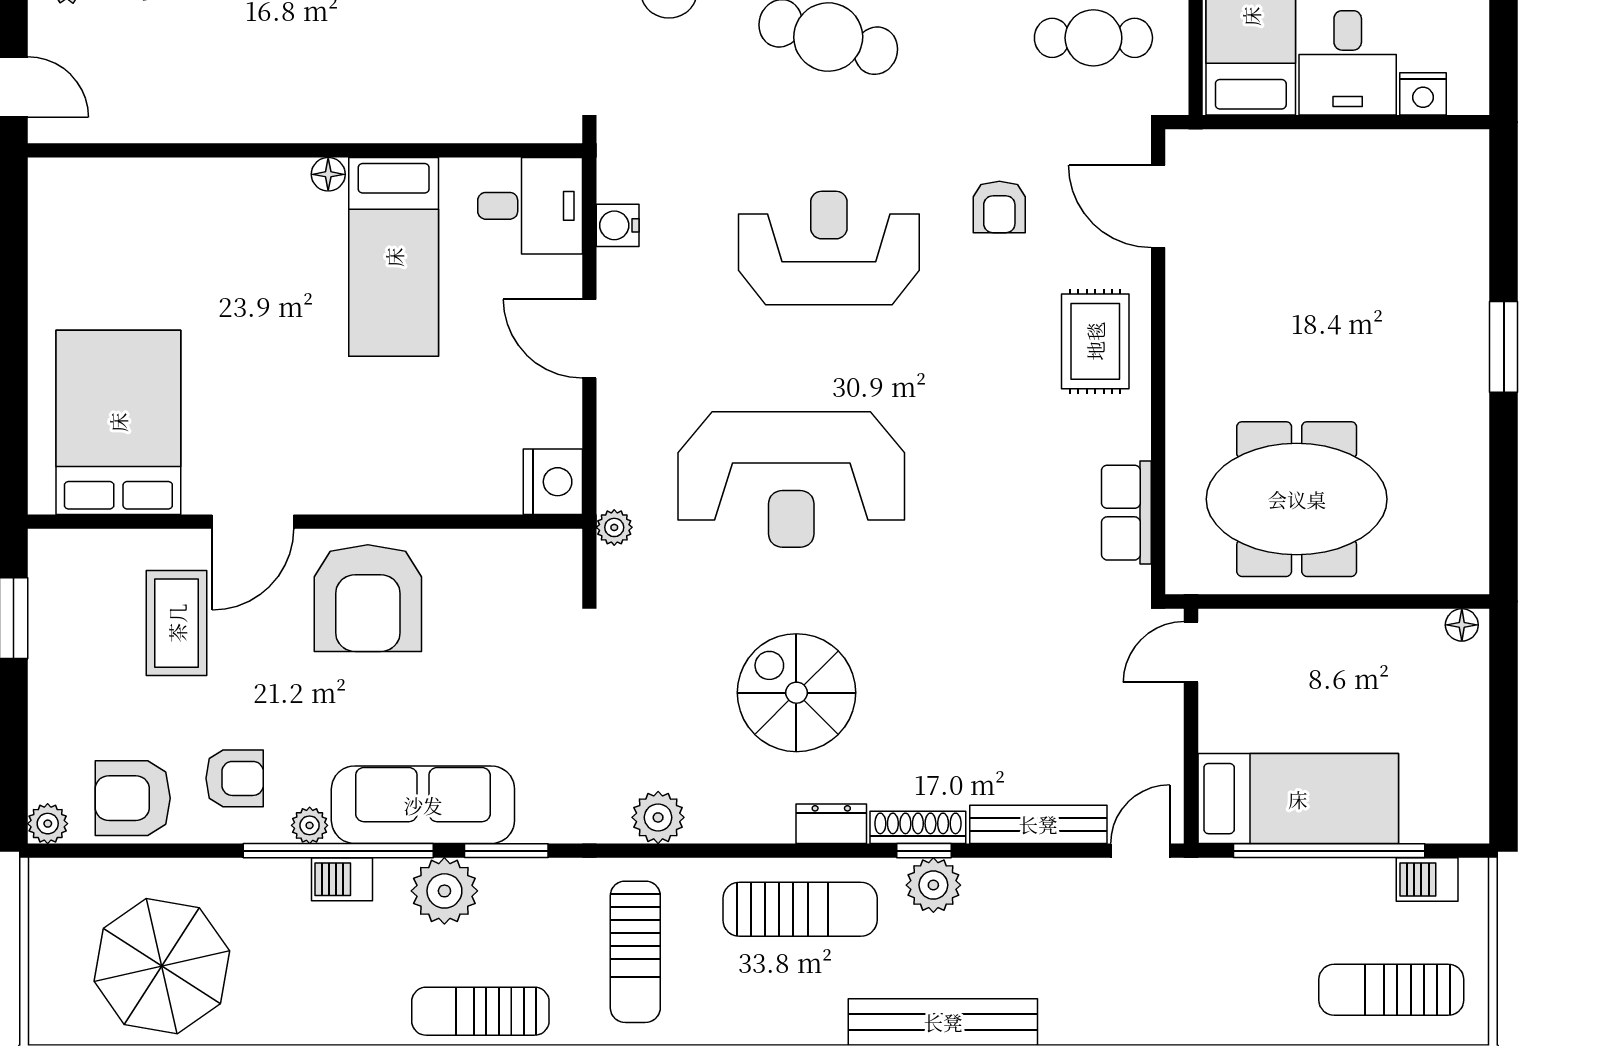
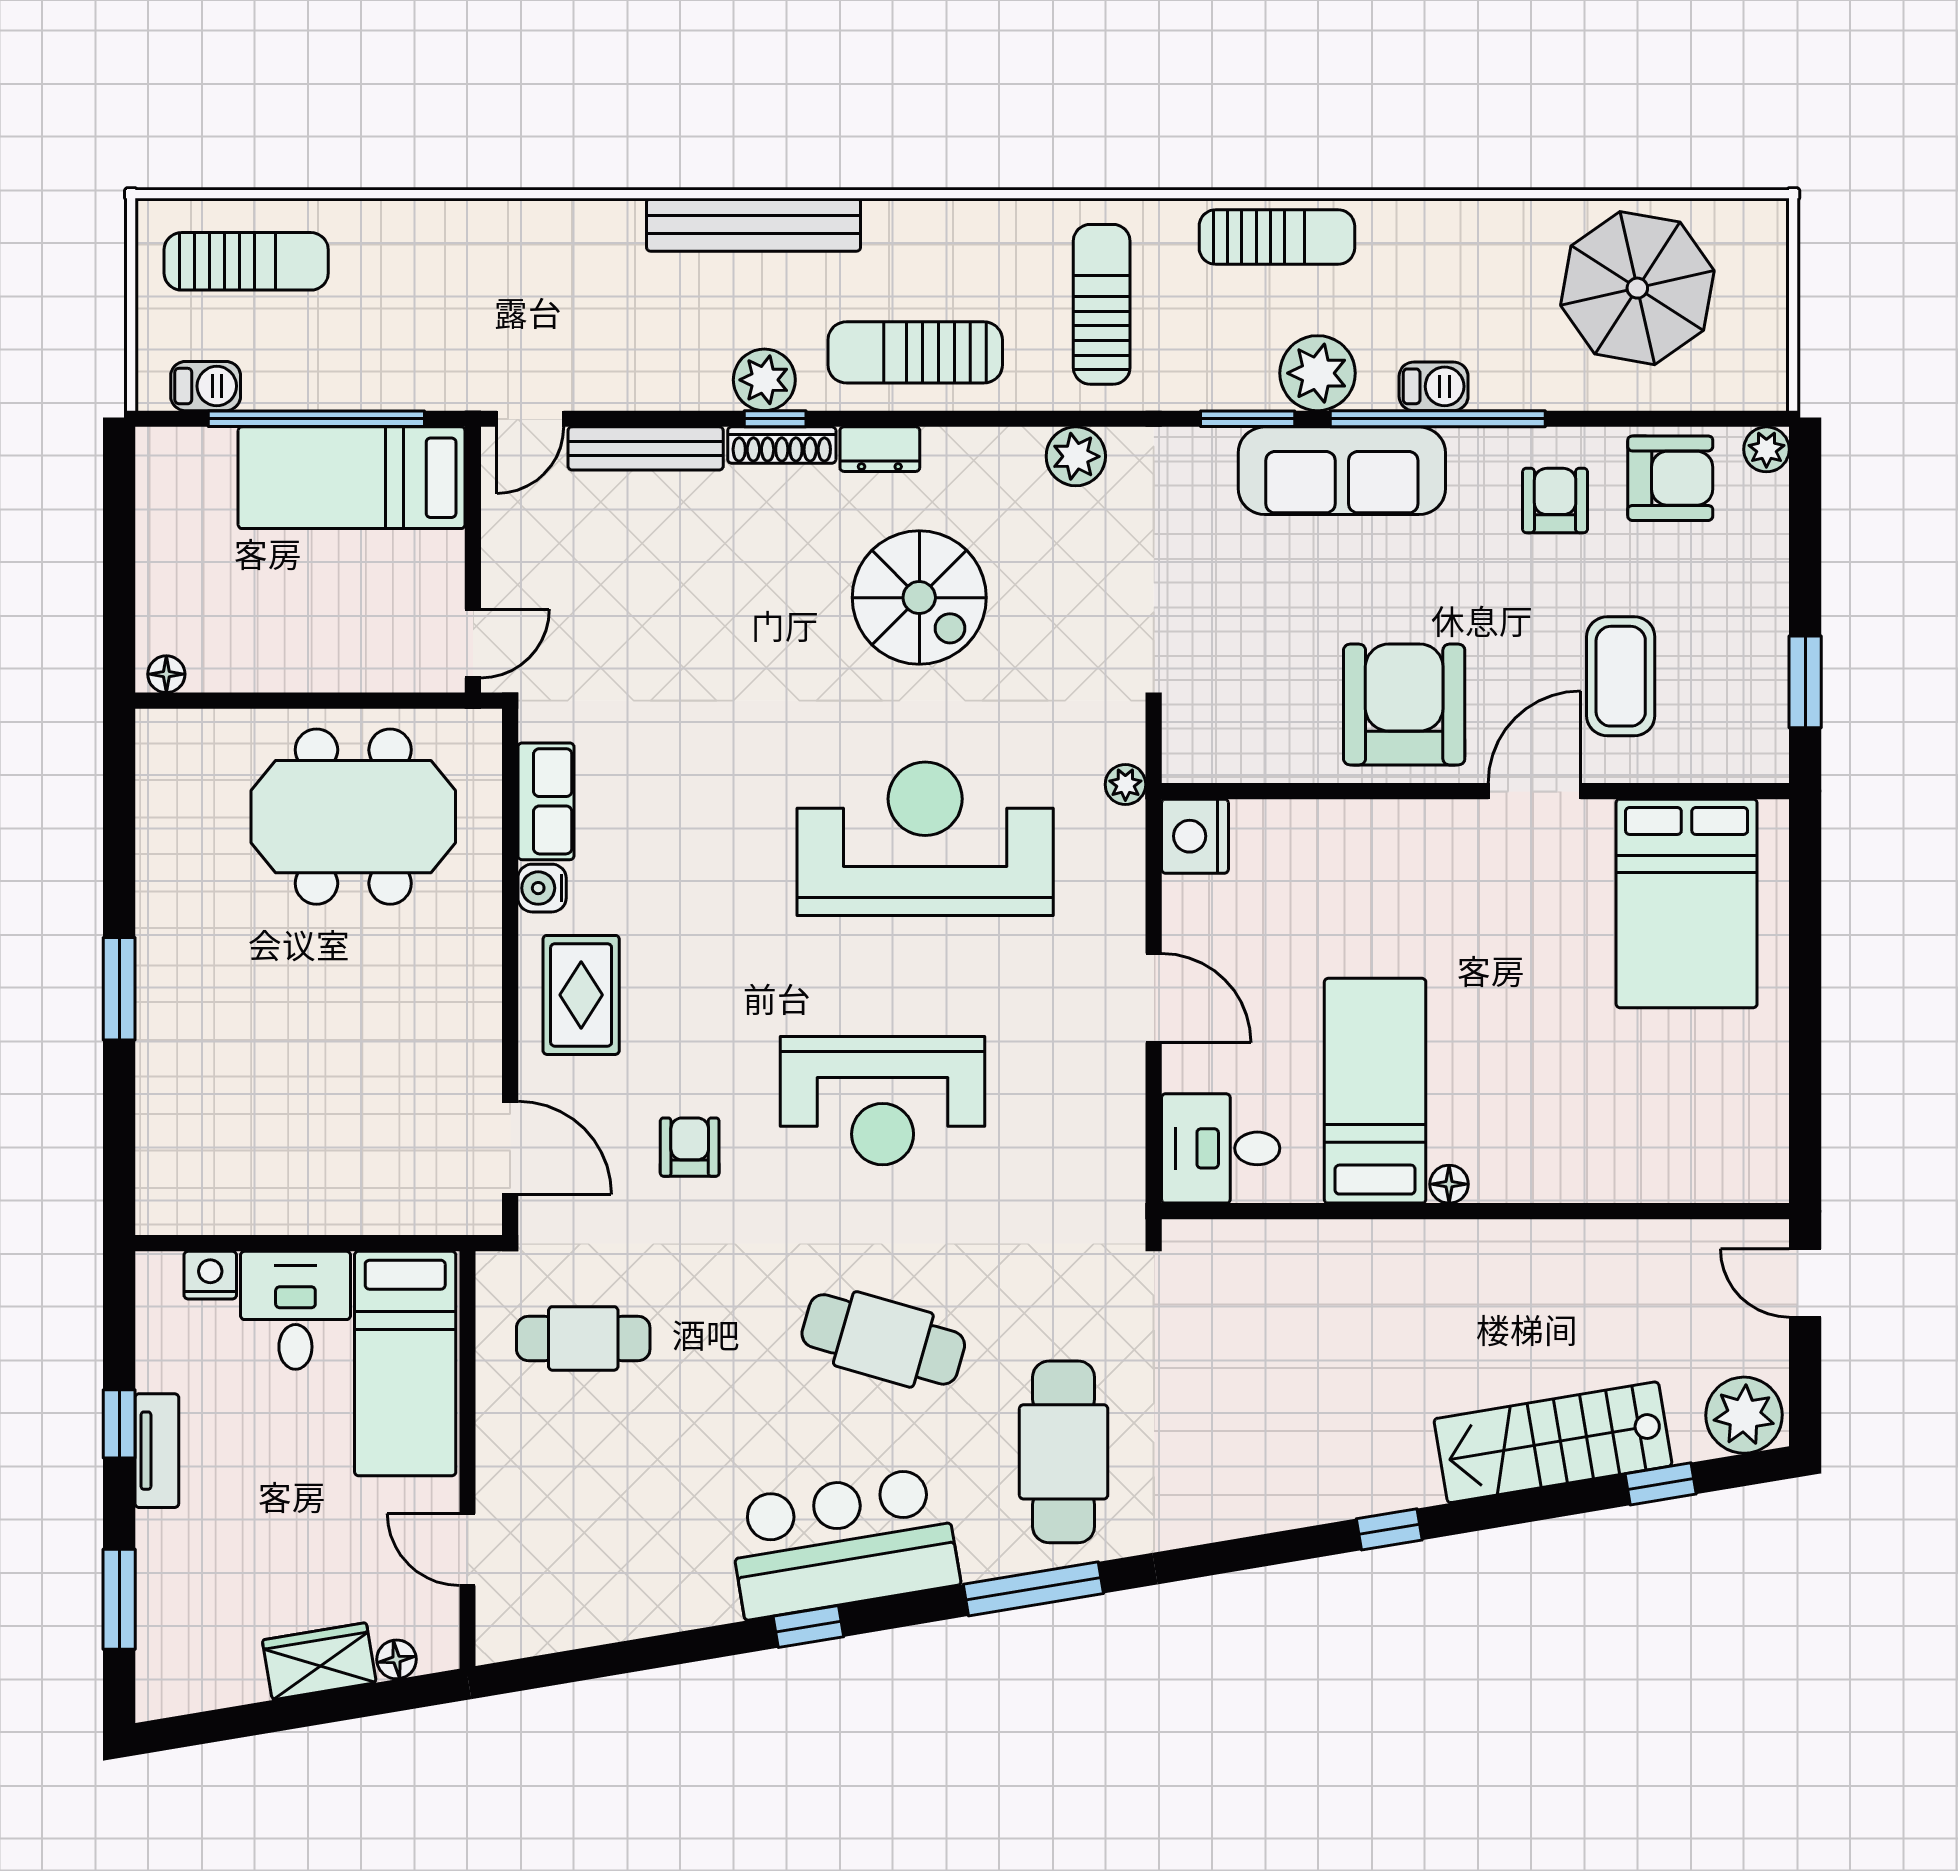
water cooler: (618, 225) -> (542, 888), moved, turned 180
armchair: (235, 778) -> (1555, 500), turned 90
plant: (310, 825) -> (1470, 447), removed

